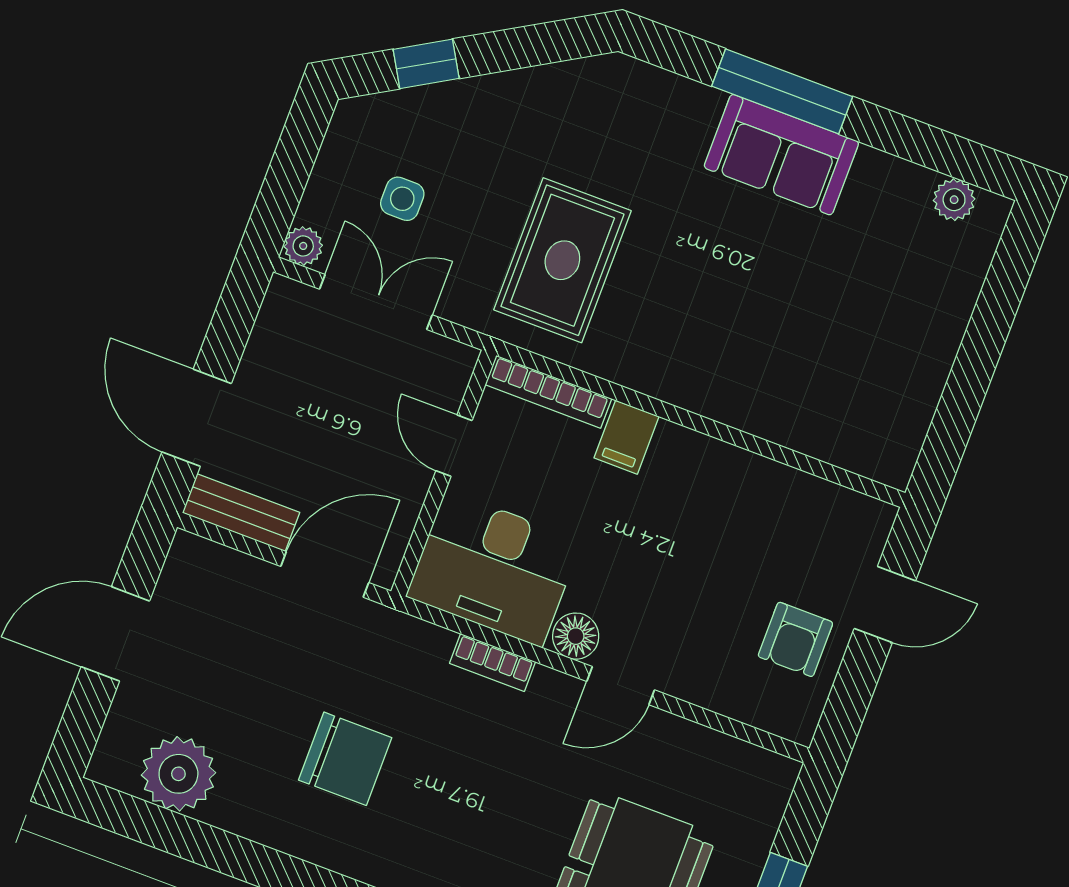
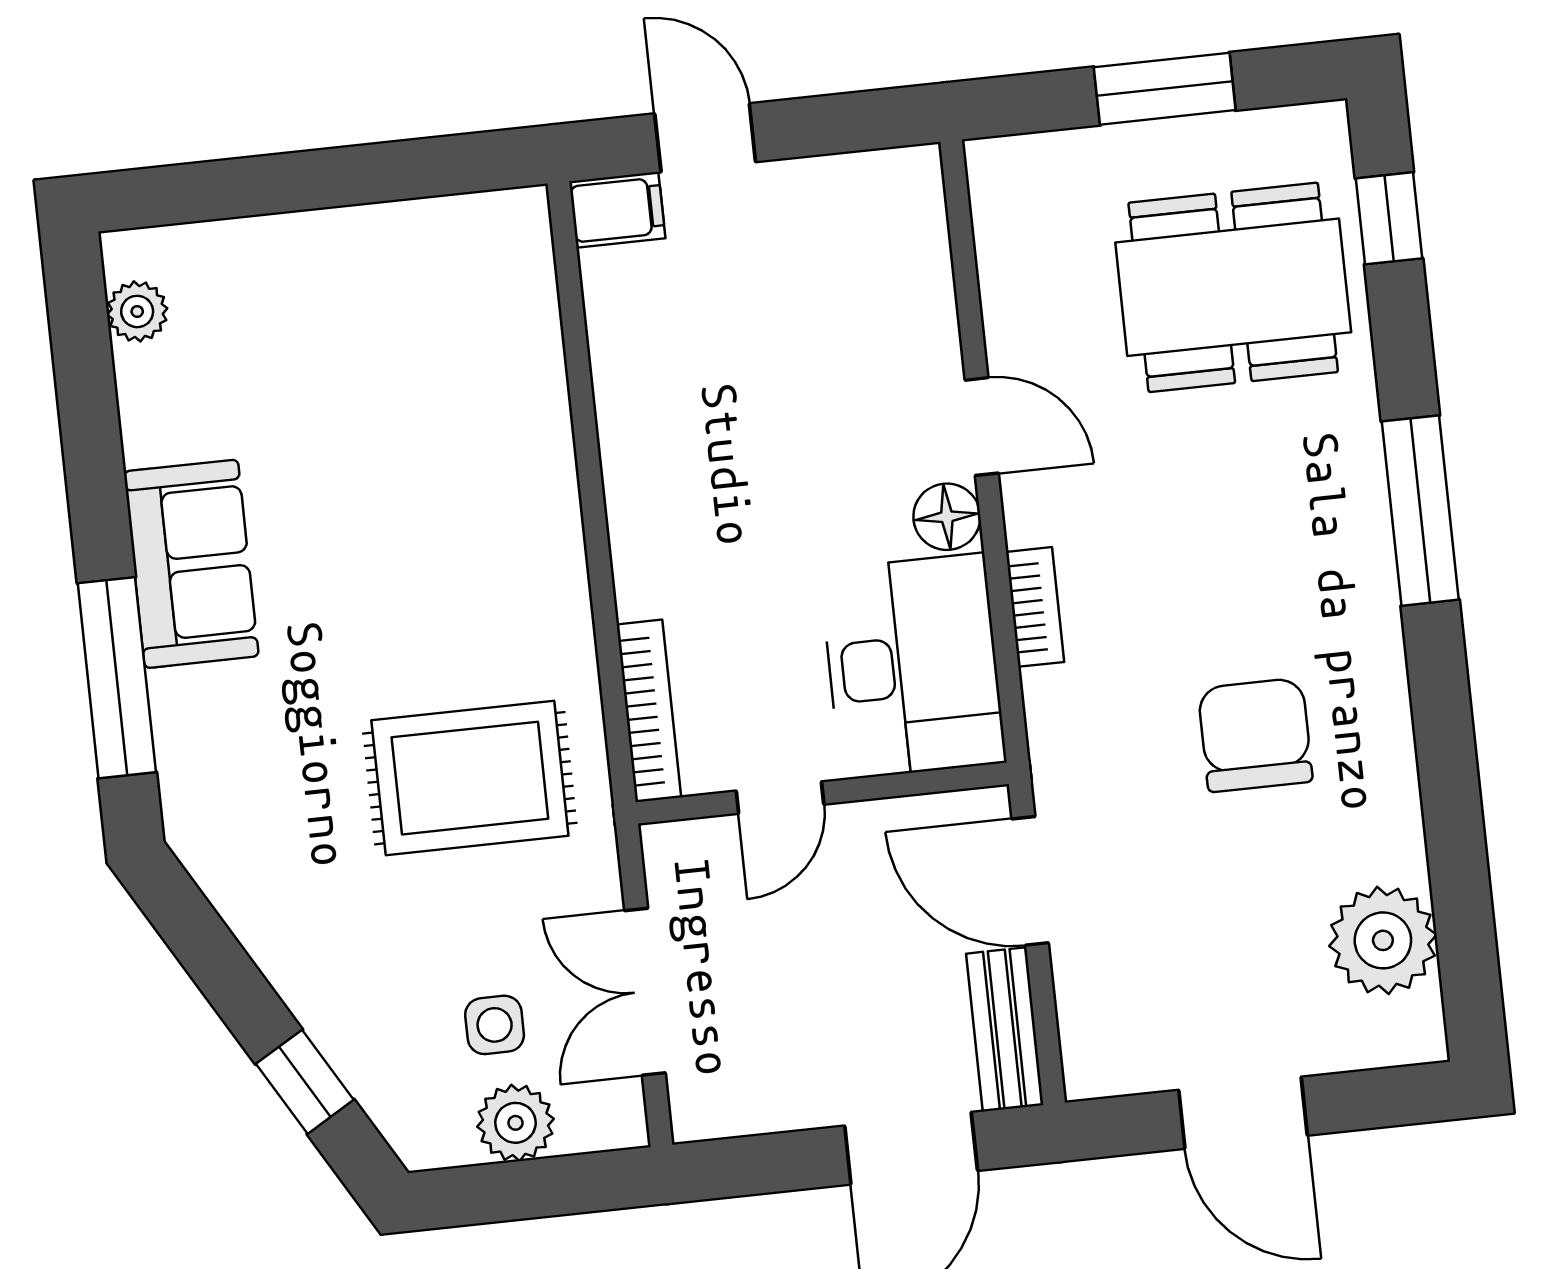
window: (782, 91) -> (117, 678), moved
plant: (303, 246) -> (516, 1123), moved, width x1.38, depth x1.38
filing cabinet: (626, 437) -> (617, 210), moved
armchair: (795, 639) -> (808, 231), removed

